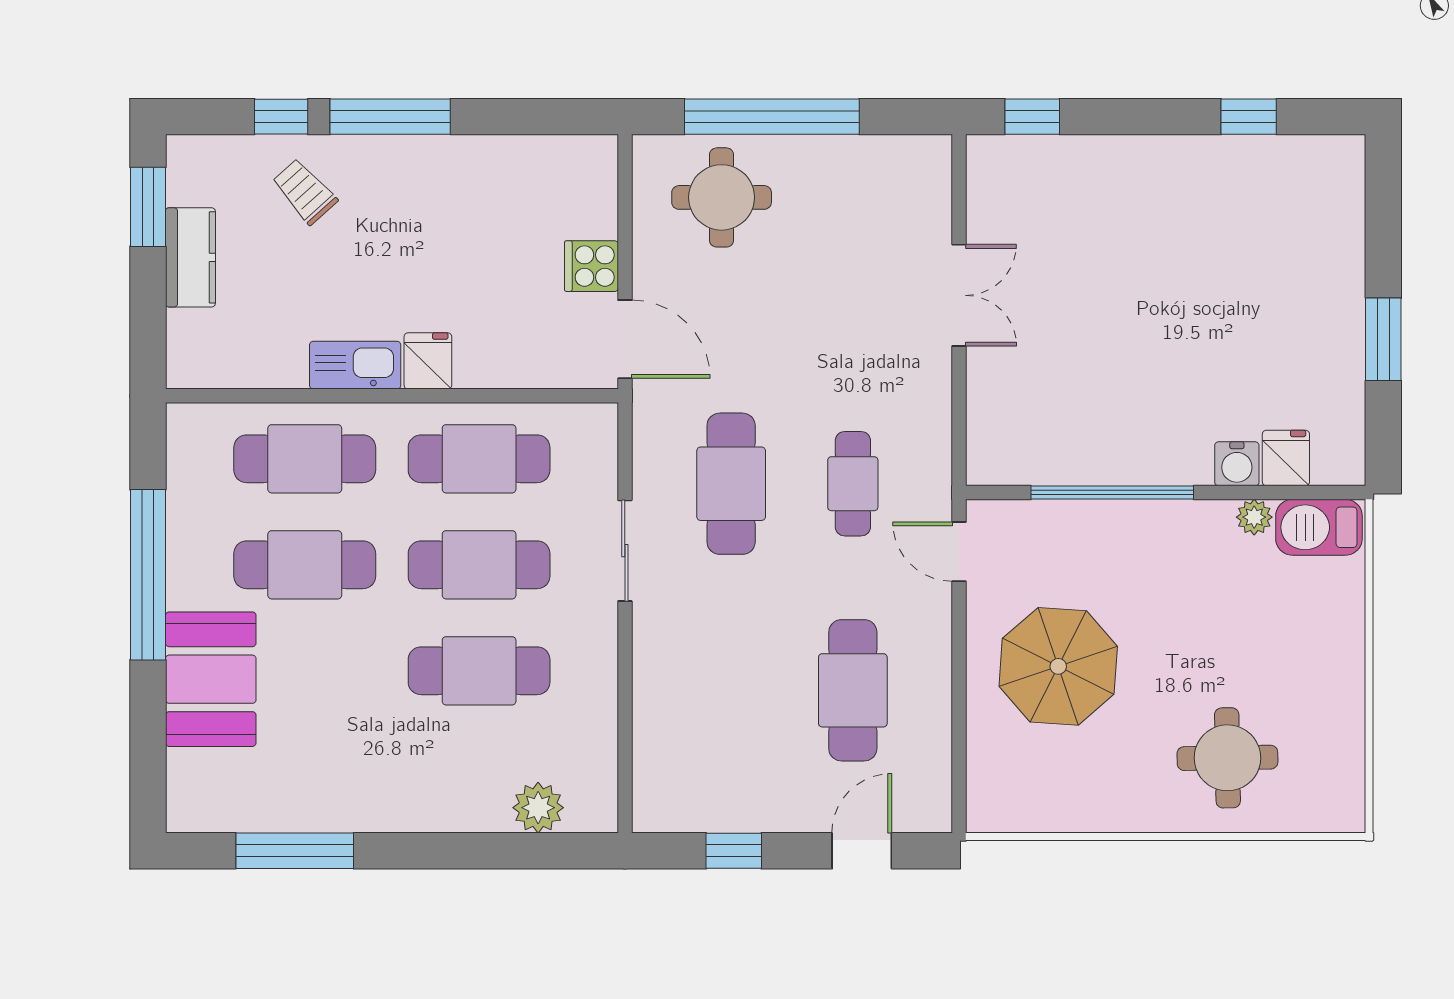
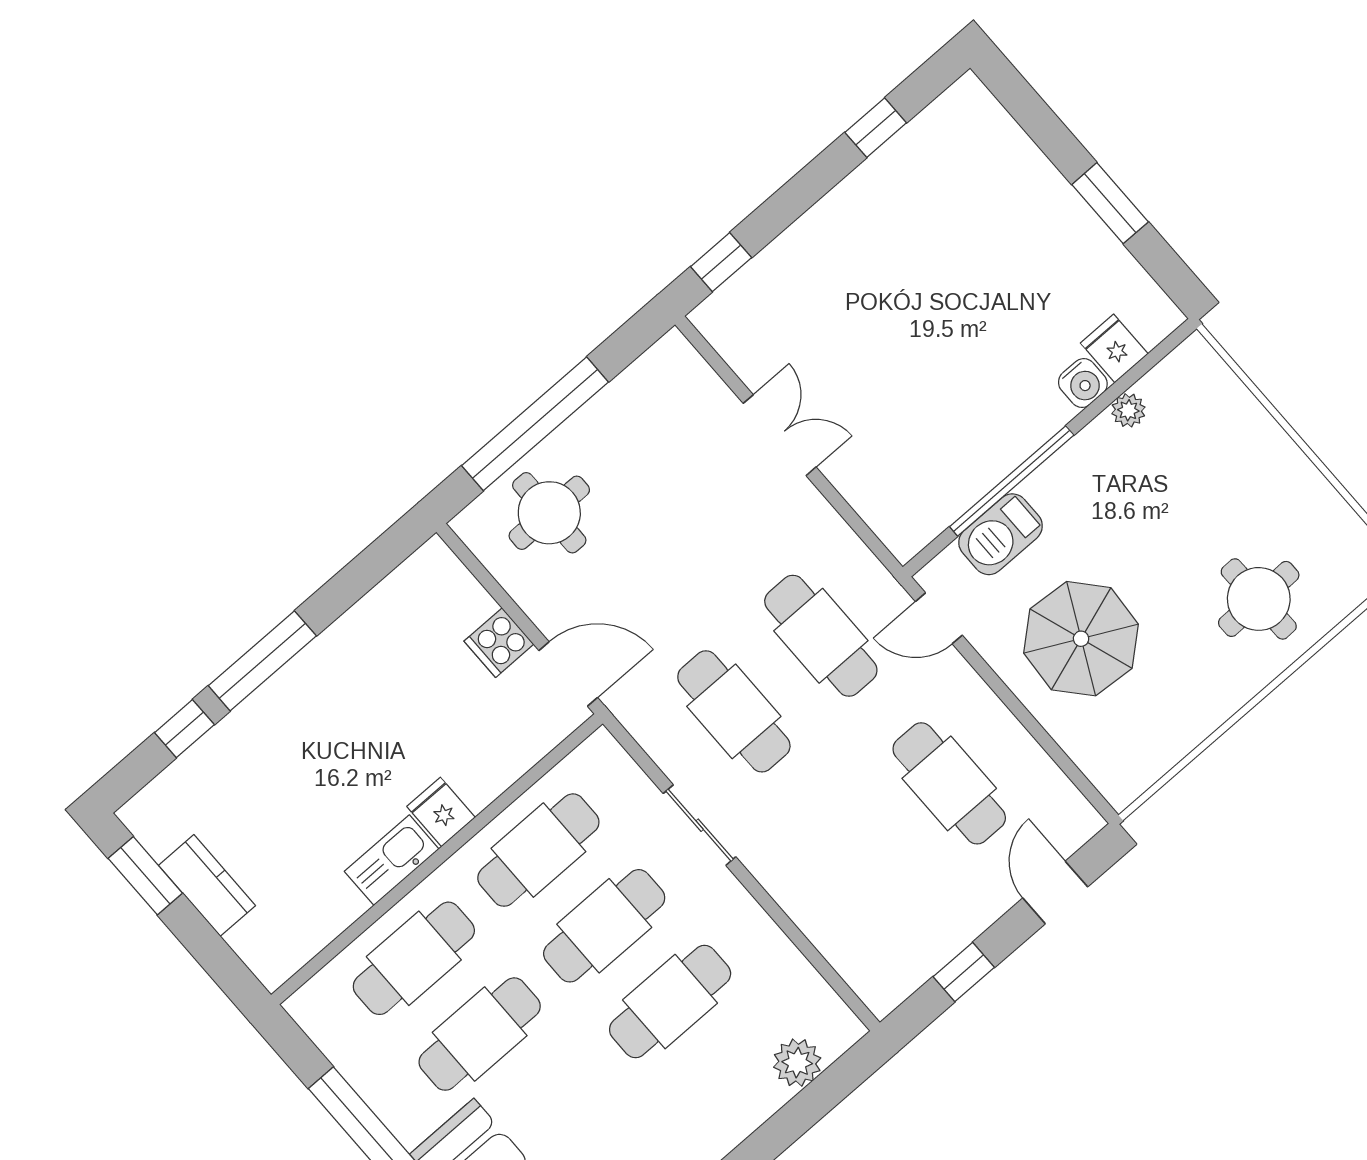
trolley: (305, 191) -> (248, 767), removed
cafe table: (853, 484) -> (821, 636), width x1.37, depth x1.35
barbecue: (1319, 527) -> (1001, 534), moved

